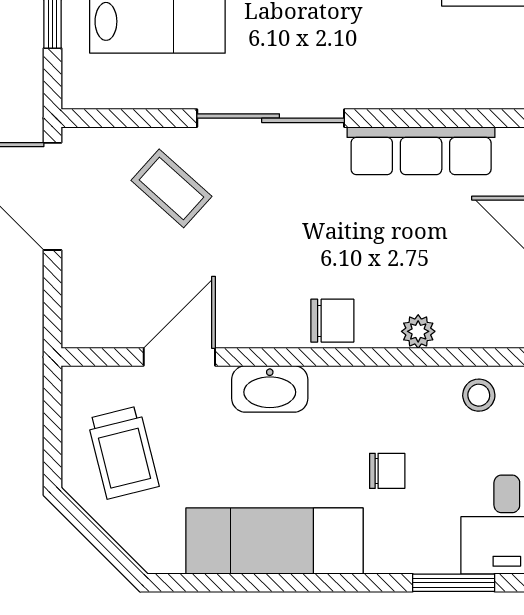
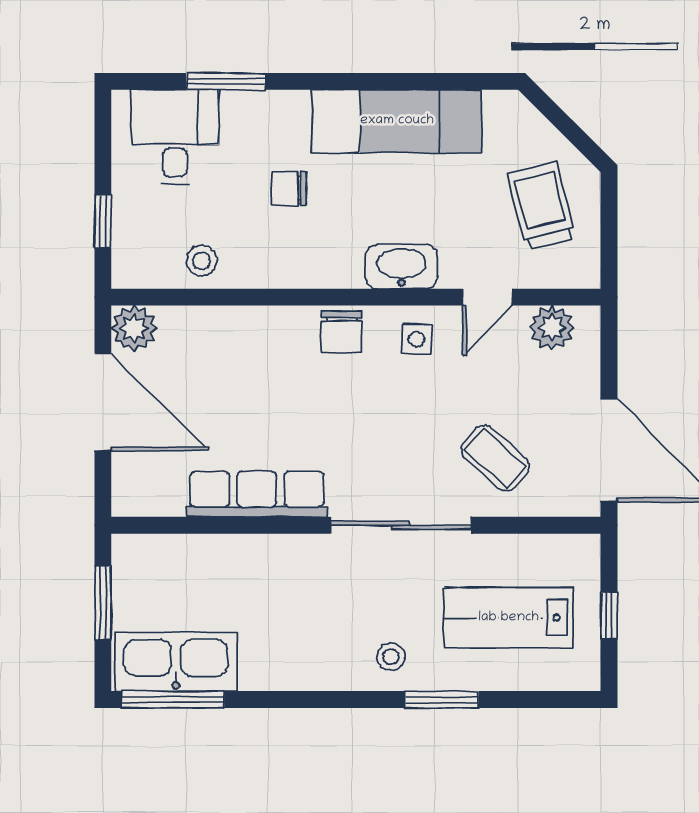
side table: (254, 313) -> (417, 339), added
chair: (332, 321) -> (342, 332), turned -90
plant: (418, 331) -> (552, 328), moved, width x1.38, depth x1.38
door: (179, 357) -> (488, 297), width x0.73

